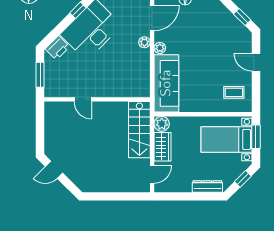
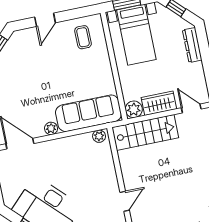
plant: (144, 42) -> (99, 136), moved

